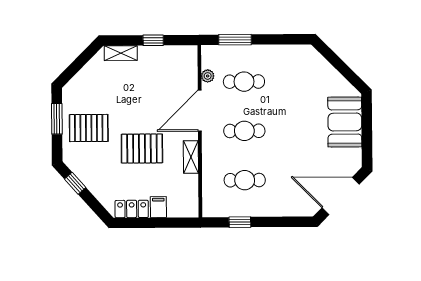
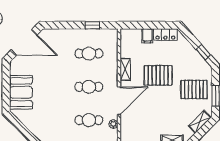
shelving: (80, 80) -> (200, 122), added

